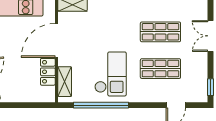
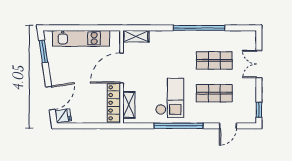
locker: (48, 72) -> (114, 103), width x1.53
window: (101, 105) -> (179, 126), moved

